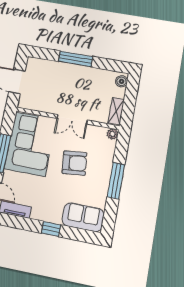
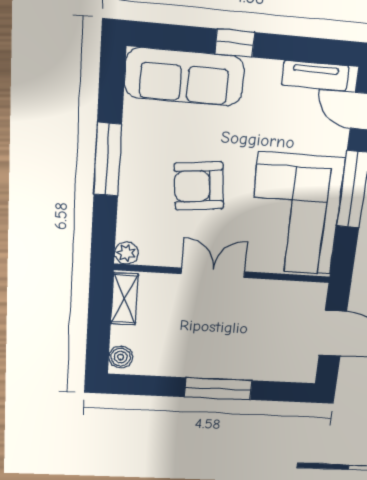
sofa: (83, 217) -> (184, 77), width x1.36

